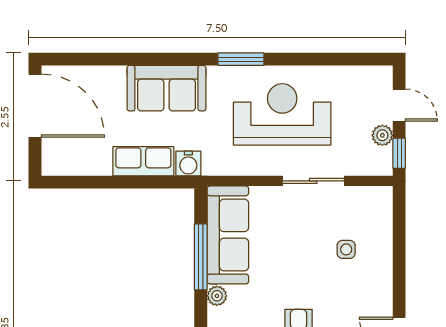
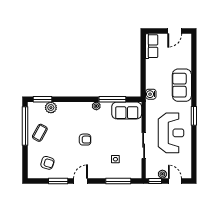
door: (399, 105) -> (175, 181), swing flipped
door: (35, 106) -> (175, 31), width x0.53
row of seats: (143, 161) -> (152, 46), moved
sofa: (228, 235) -> (127, 110), width x0.73
window: (399, 243) -> (118, 181), added

